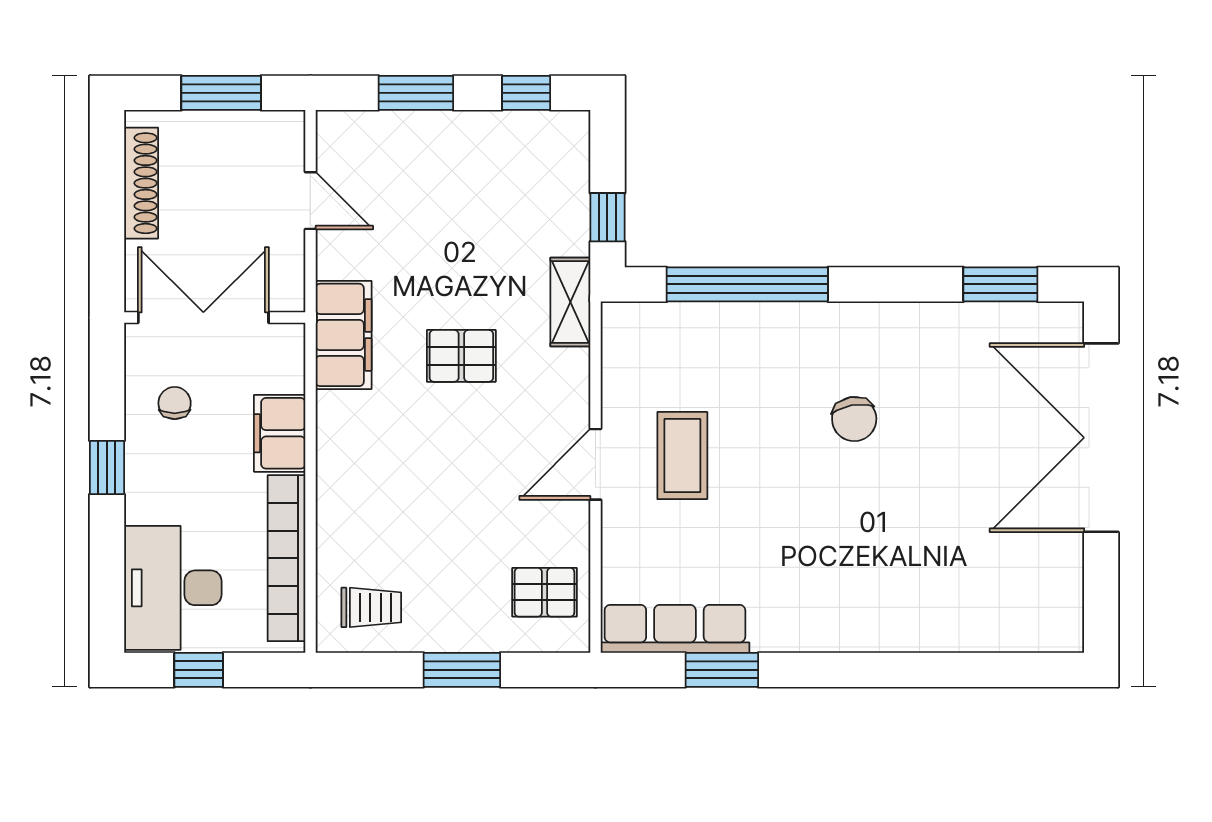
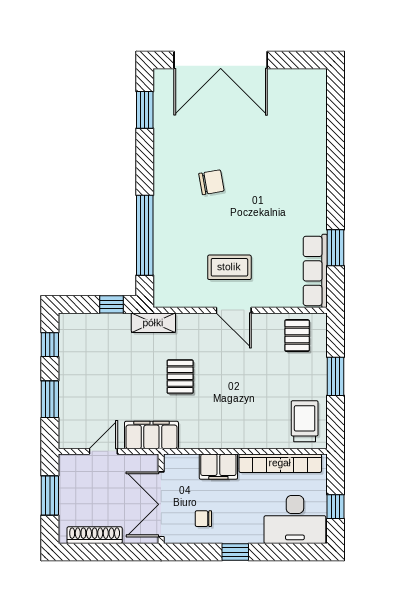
filing cabinet: (344, 335) -> (151, 435), moved
trolley: (371, 607) -> (305, 421), width x1.36, depth x1.39

